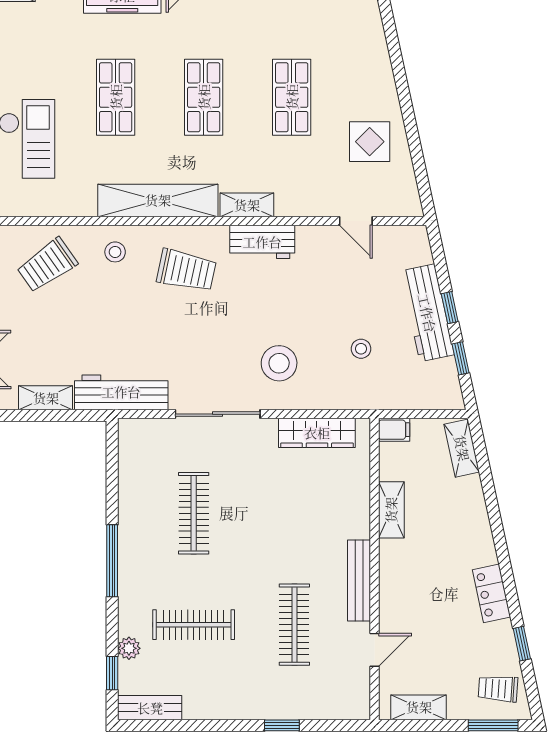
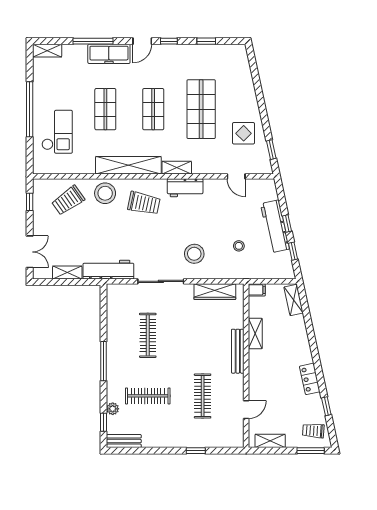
shop shelf: (292, 97) -> (201, 109), width x1.43, depth x1.36
window: (421, 172) -> (271, 150), added
stool: (115, 252) -> (105, 193), width x1.89, depth x1.89
bench: (359, 581) -> (238, 351), moved

